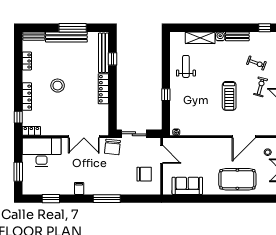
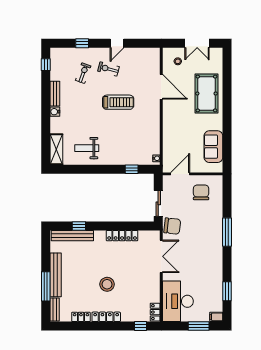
window: (73, 28) -> (46, 286), moved
shelving: (200, 38) -> (56, 149), moved
locker: (103, 89) -> (122, 236), moved
window: (166, 95) -> (132, 169), moved
locker: (27, 97) -> (106, 317), moved
filing cabinet: (79, 188) -> (216, 317), moved

